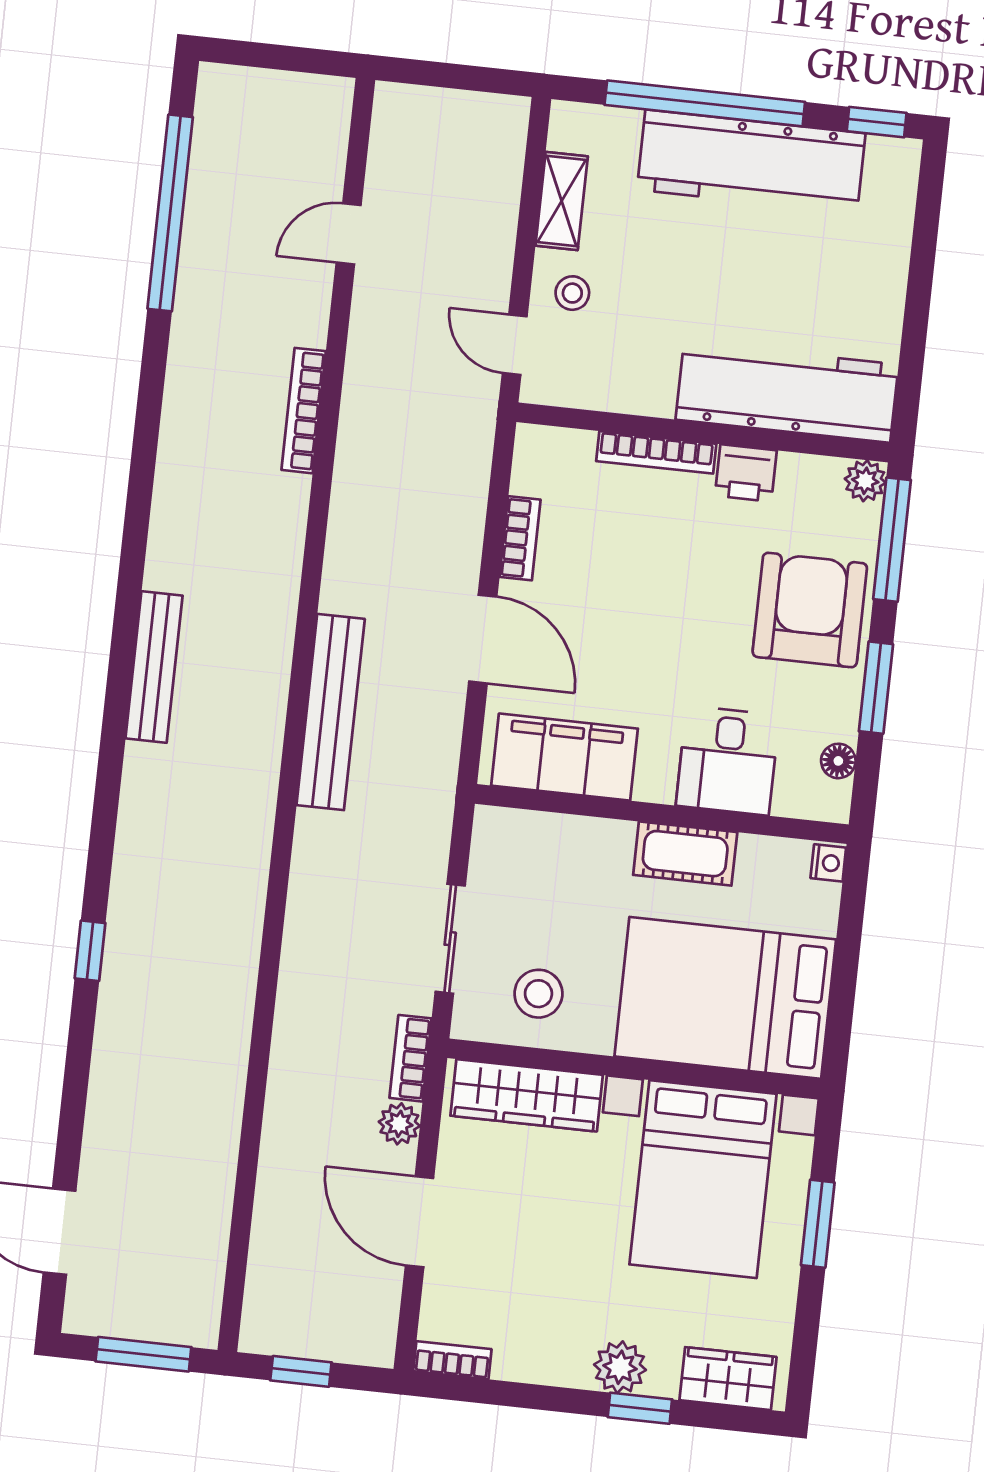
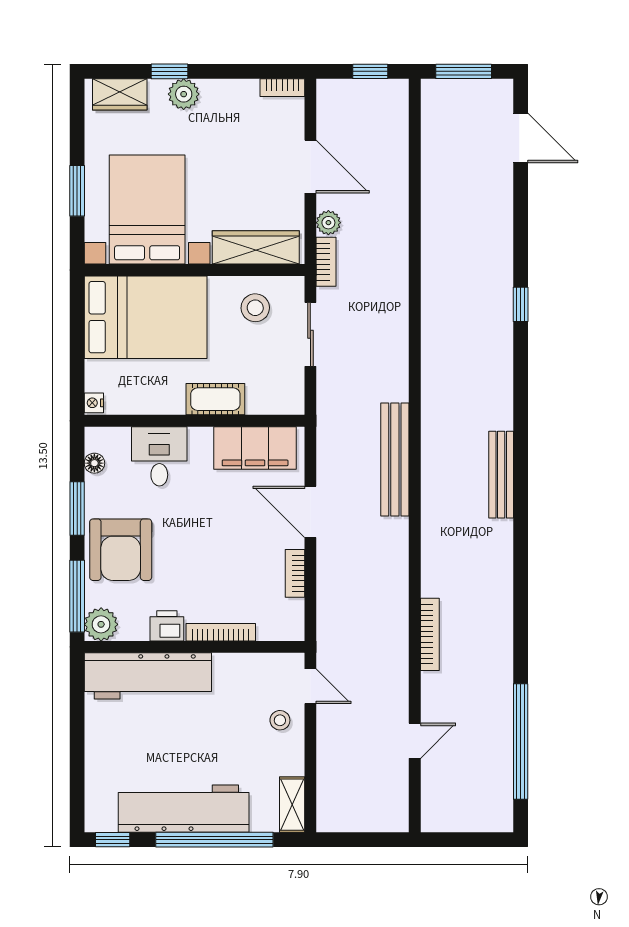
shelving: (562, 201) -> (292, 805), moved
plant: (865, 481) -> (101, 624), width x1.38, depth x1.38
cot: (685, 854) -> (215, 399), moved

